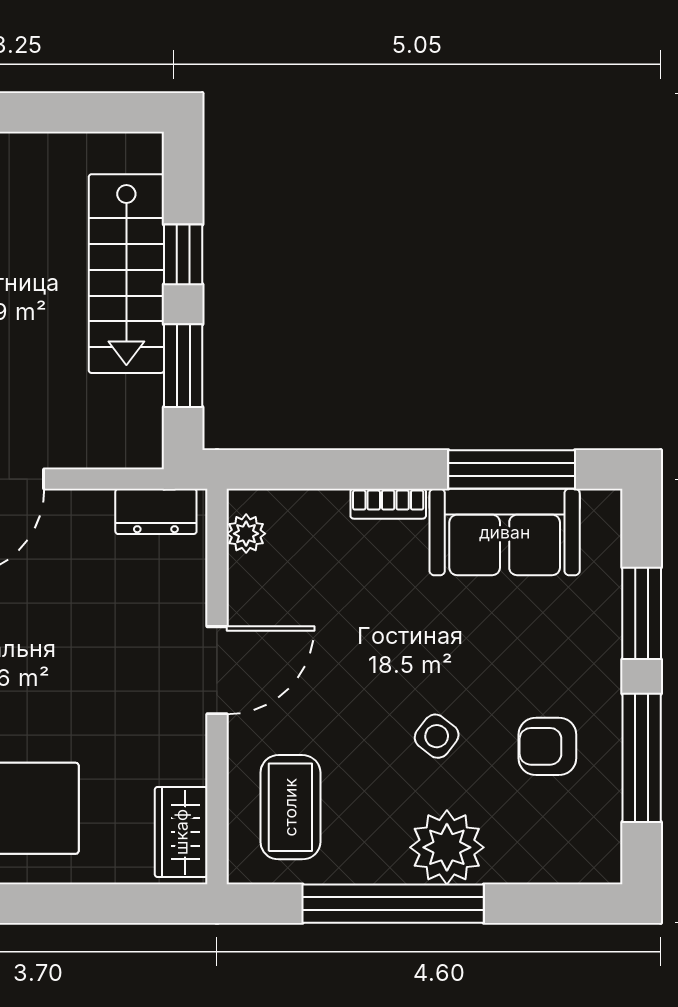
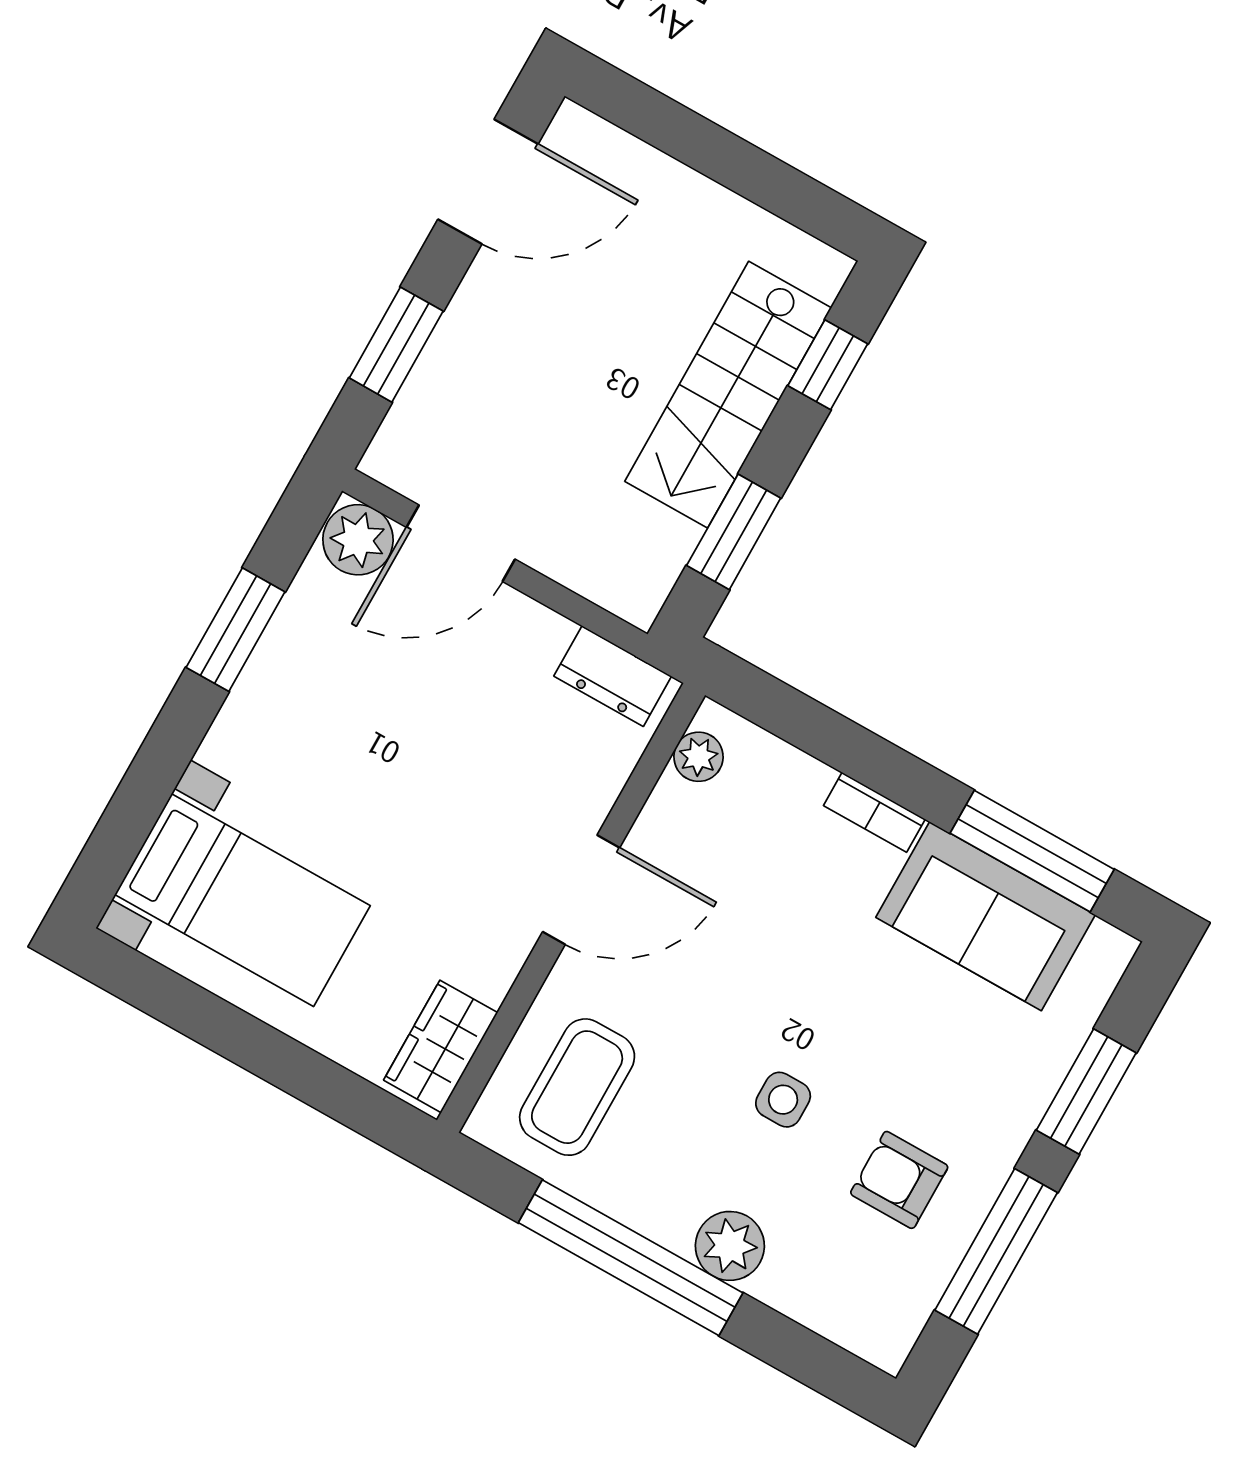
window: (183, 254) -> (828, 365), moved
side table: (437, 736) -> (783, 1100), turned -38
plant: (447, 847) -> (730, 1246), width x0.73, depth x0.73

